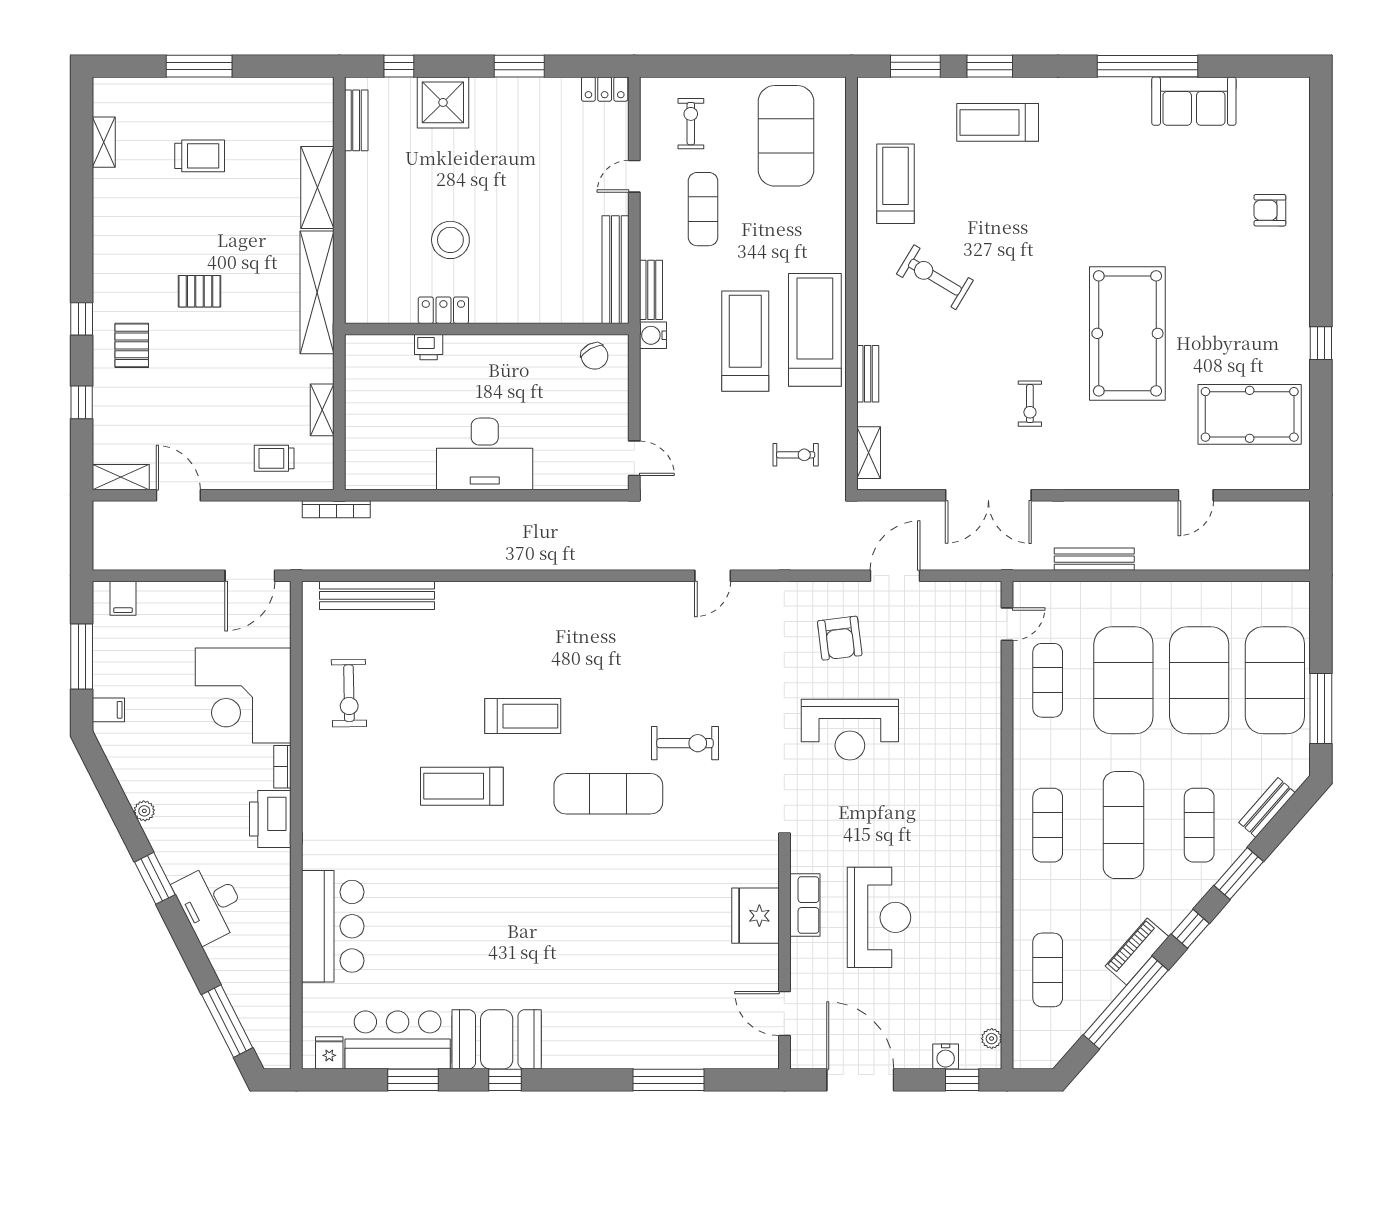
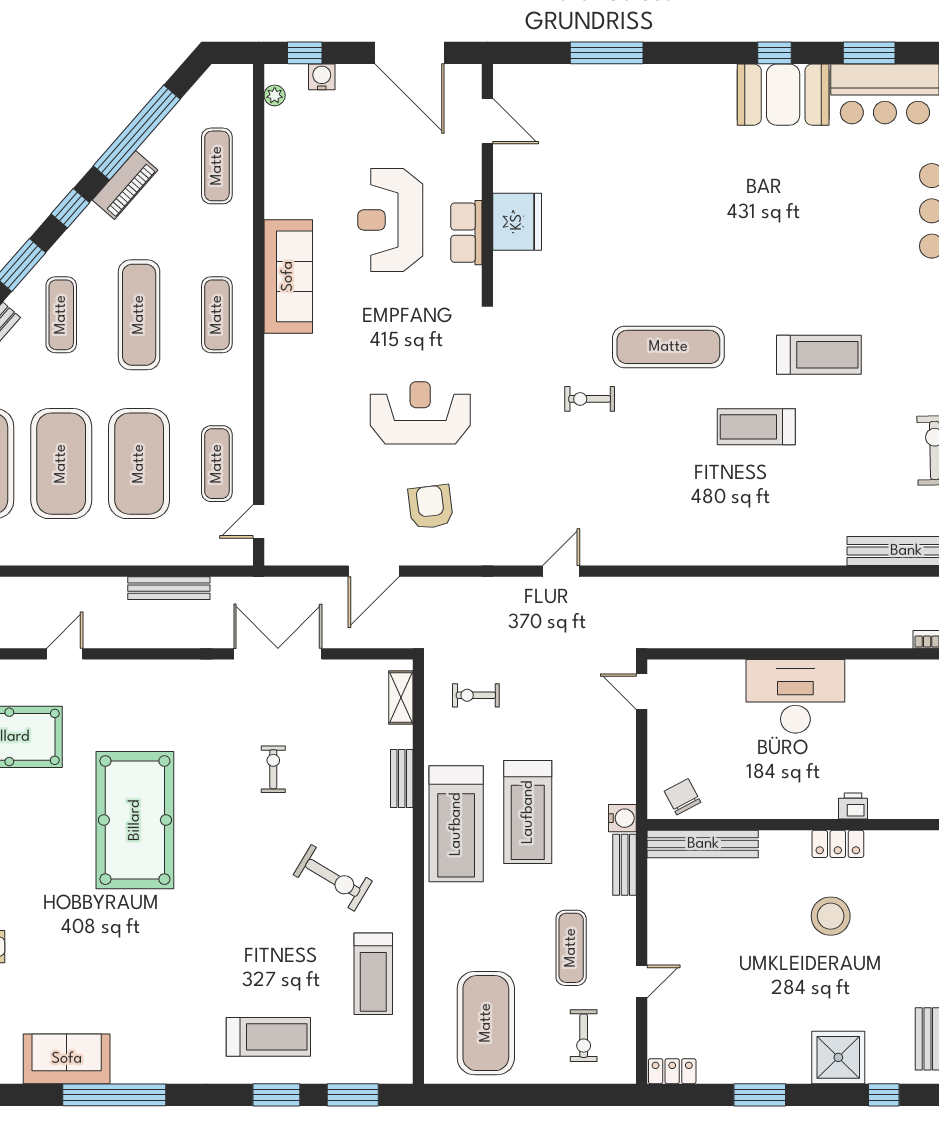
bench: (615, 270) -> (703, 844), moved, turned 90
exercise bike: (1030, 404) -> (273, 769), moved
exercise bike: (685, 743) -> (590, 399), width x0.73, depth x0.72
sofa: (978, 862) -> (288, 276), added

